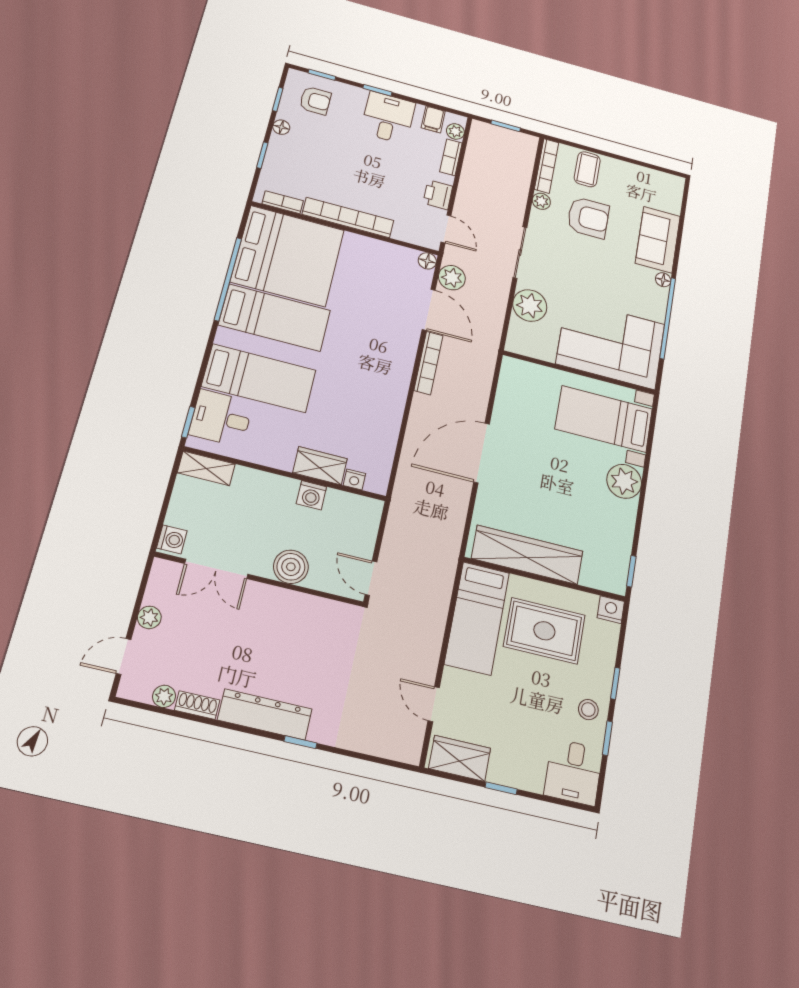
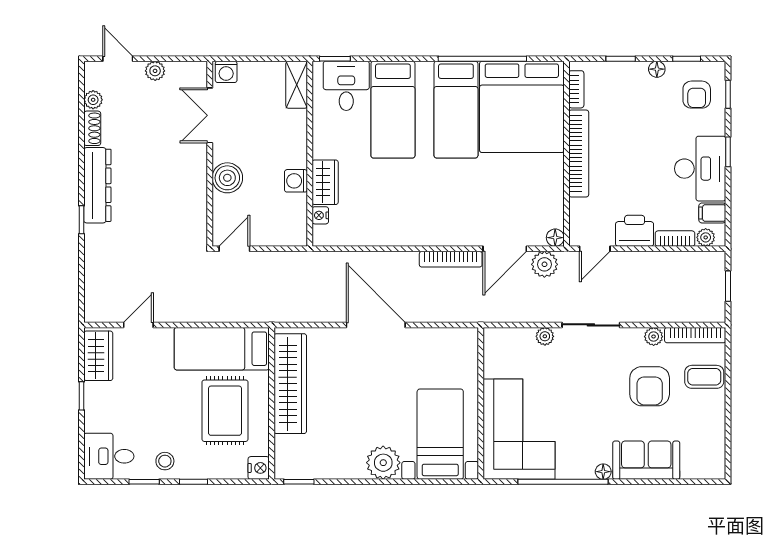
desk: (388, 118) -> (700, 169), width x1.37
printer: (438, 195) -> (635, 231), width x1.36, depth x1.24
plant: (530, 306) -> (545, 336), width x0.53, depth x0.53

